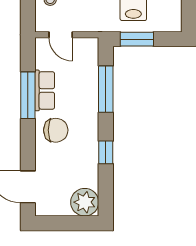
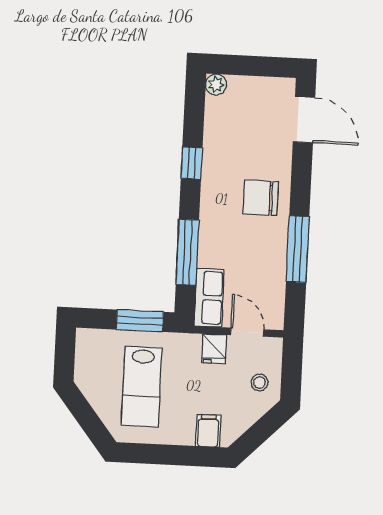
fridge: (83, 22) -> (214, 349), added
row of seats: (45, 90) -> (209, 298), moved, turned 180
plant: (85, 202) -> (216, 85), width x0.53, depth x0.53

